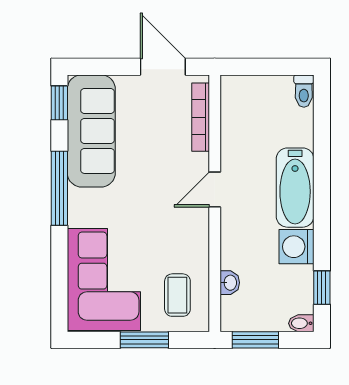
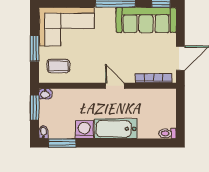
washbasin: (230, 283) -> (45, 94), moved
window: (322, 288) -> (62, 143), width x1.50

